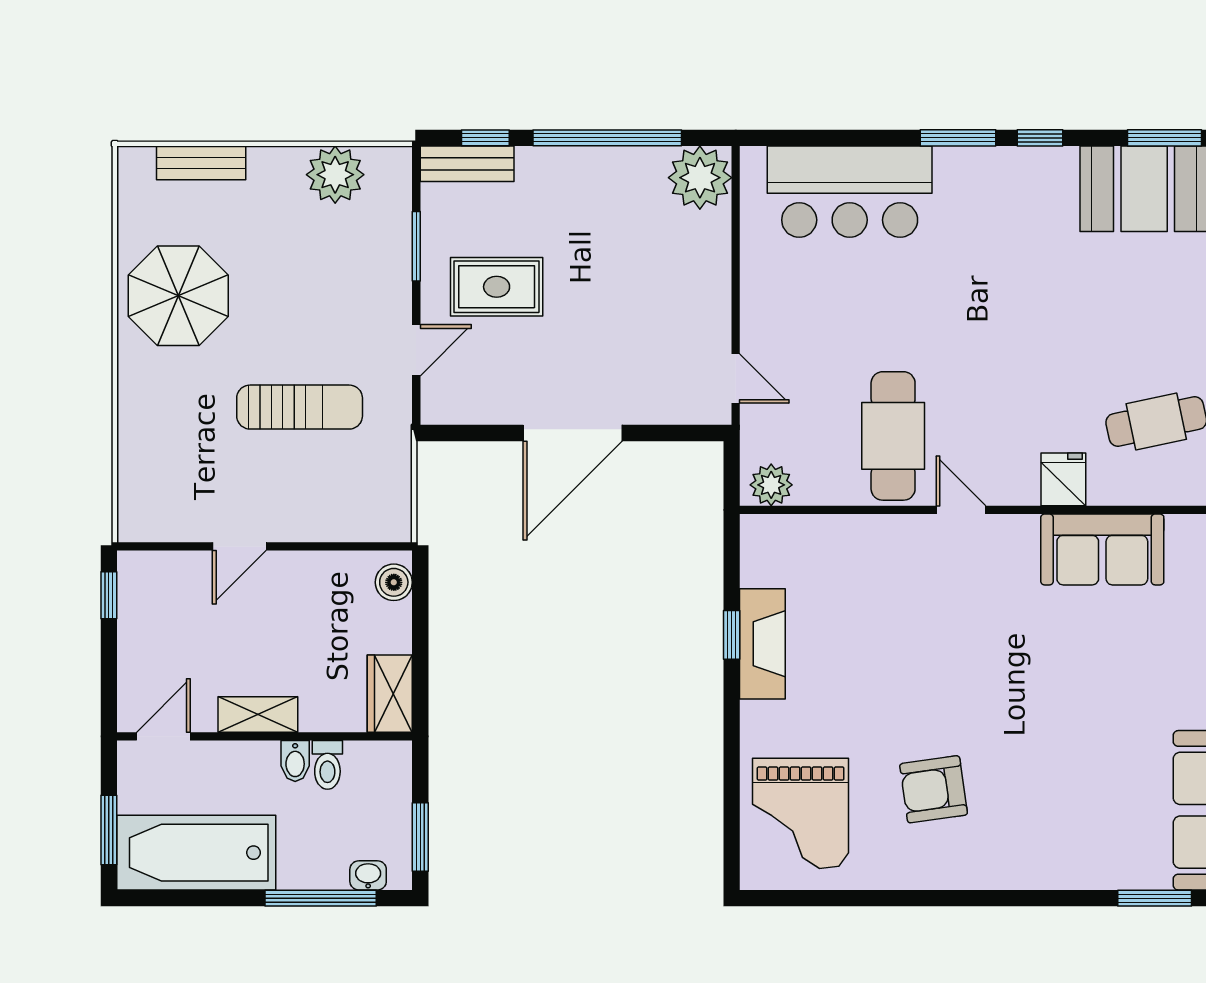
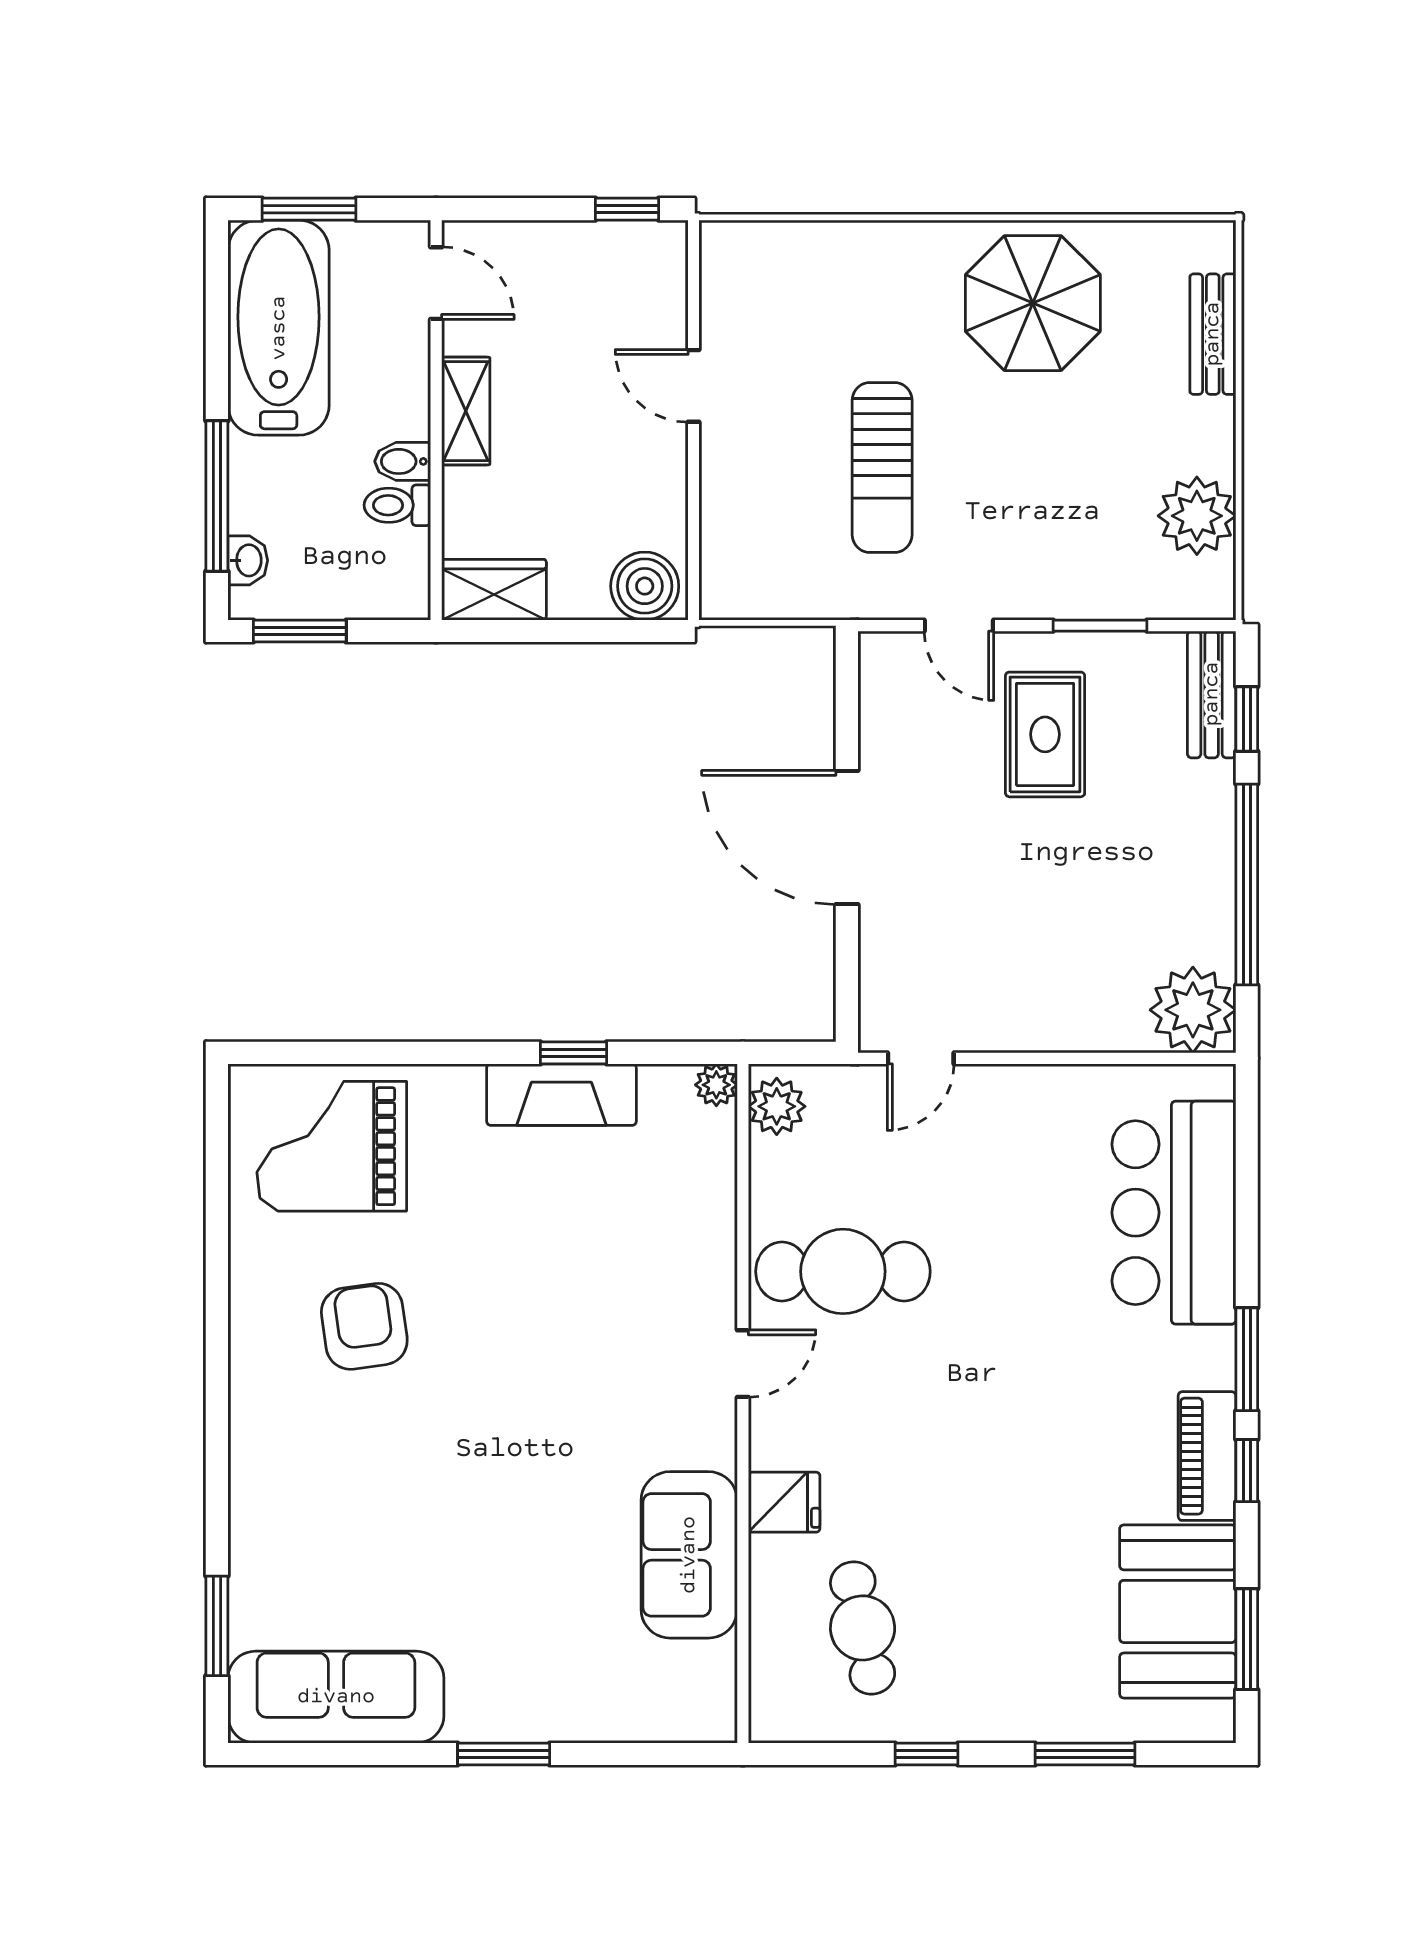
piano: (1029, 167) -> (1207, 1456), added
plant: (755, 529) -> (716, 1085), added
boiler: (394, 582) -> (645, 586), width x1.36, depth x1.36

